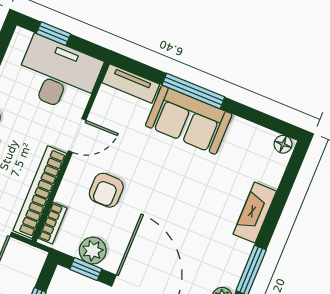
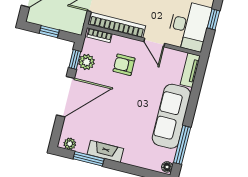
window: (193, 91) -> (182, 145), moved
sofa: (189, 120) -> (171, 116), width x1.36
fireplace: (255, 213) -> (105, 151), moved

